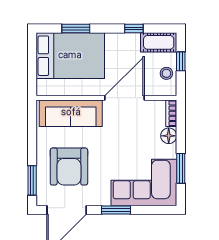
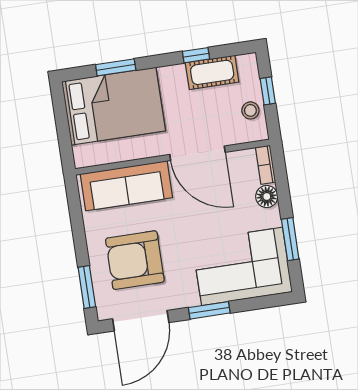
cot: (159, 42) -> (212, 72), moved
door: (124, 98) -> (198, 153), swing flipped
armchair: (69, 167) -> (135, 260), turned 90

